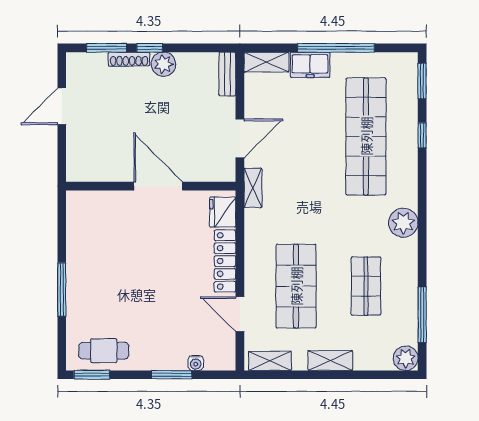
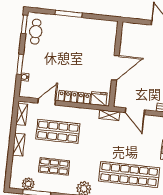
plant: (406, 358) -> (28, 184), moved

